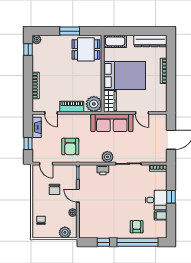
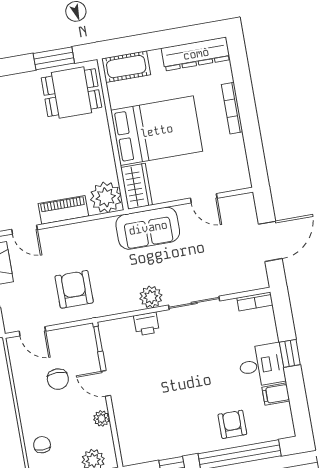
window: (70, 31) -> (54, 58), moved
sofa: (112, 123) -> (148, 228), width x0.73
armchair: (70, 147) -> (74, 289), turned 180

